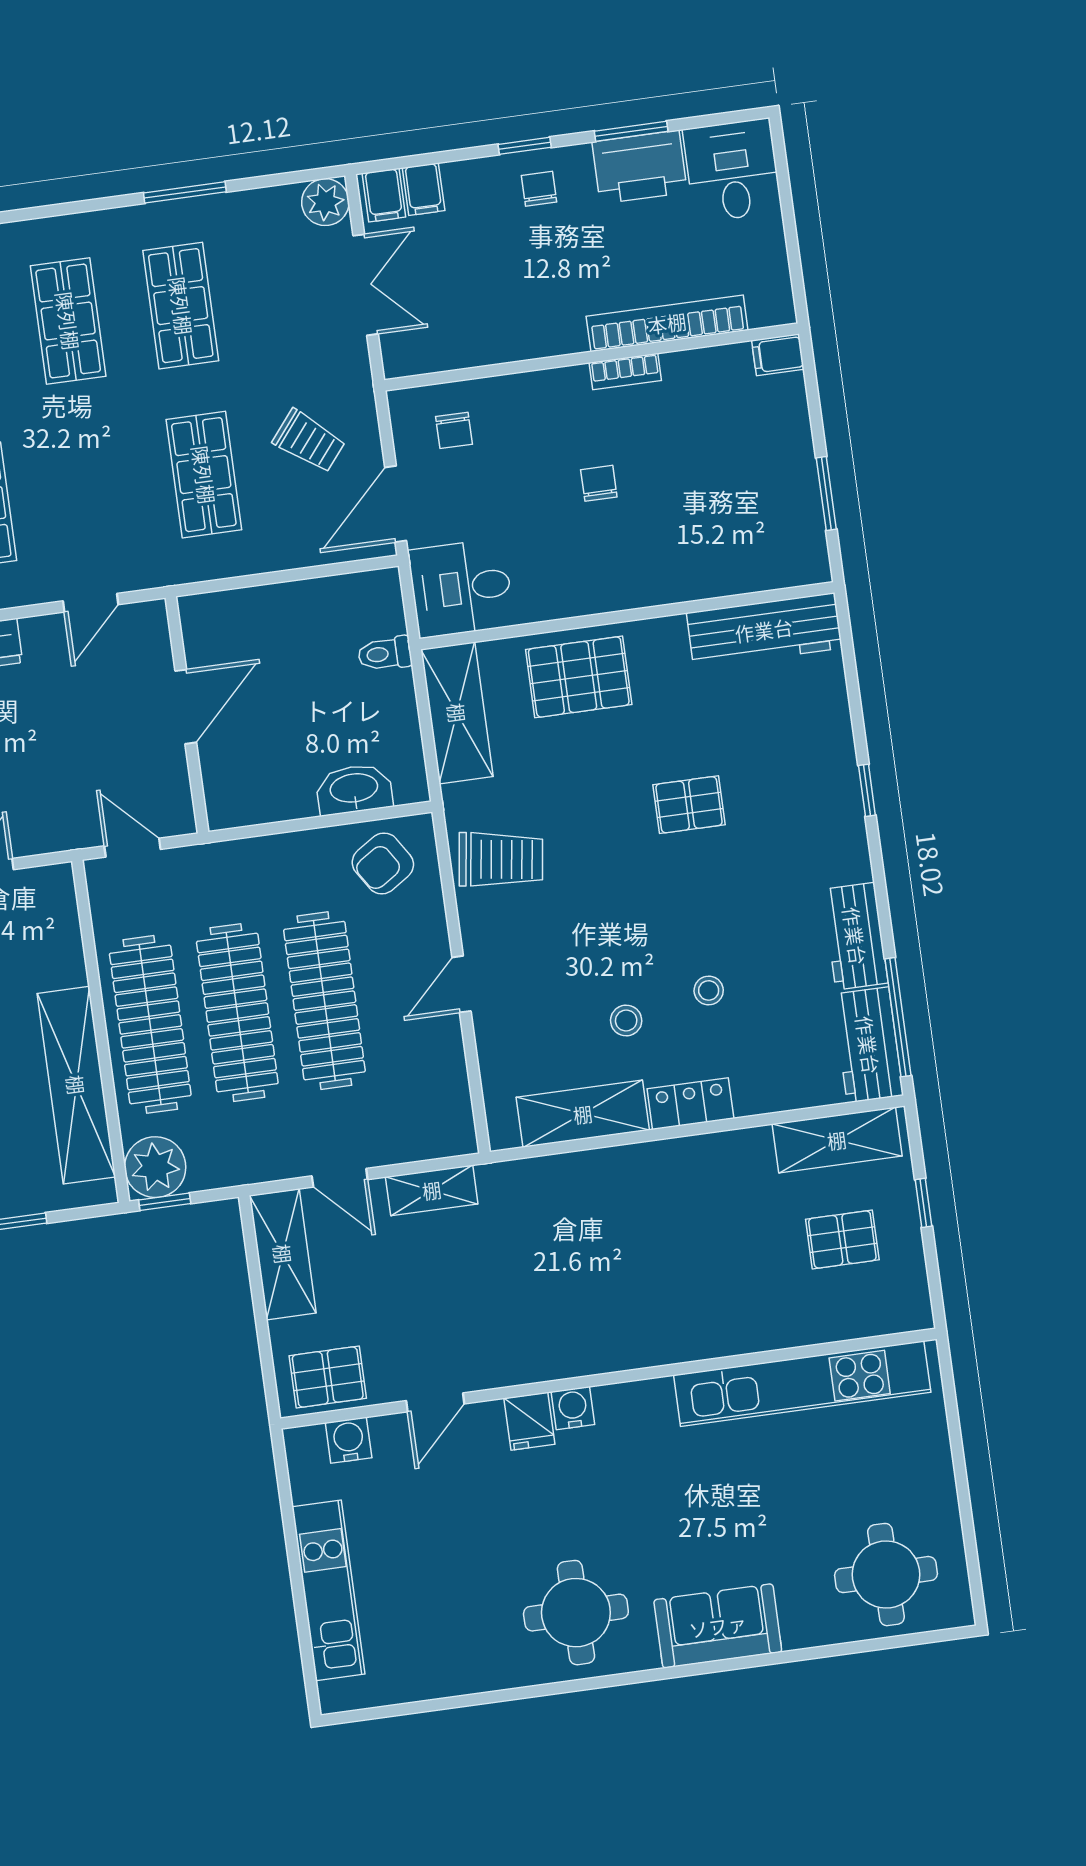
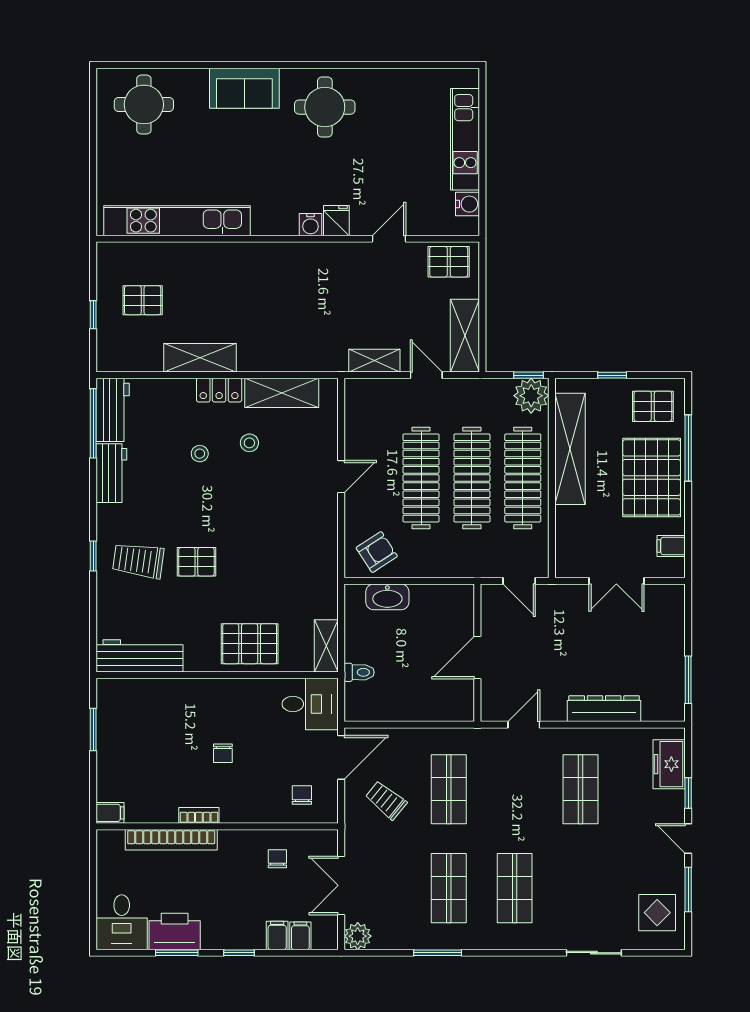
chair: (539, 189) -> (277, 859), moved, turned 180
filing cabinet: (384, 195) -> (277, 935), moved
shelving: (457, 713) -> (326, 646), width x0.67, depth x0.75
trolley: (501, 859) -> (138, 561), moved
shelving: (837, 1140) -> (200, 358), moved
water cooler: (349, 1440) -> (467, 204), moved, turned -90

